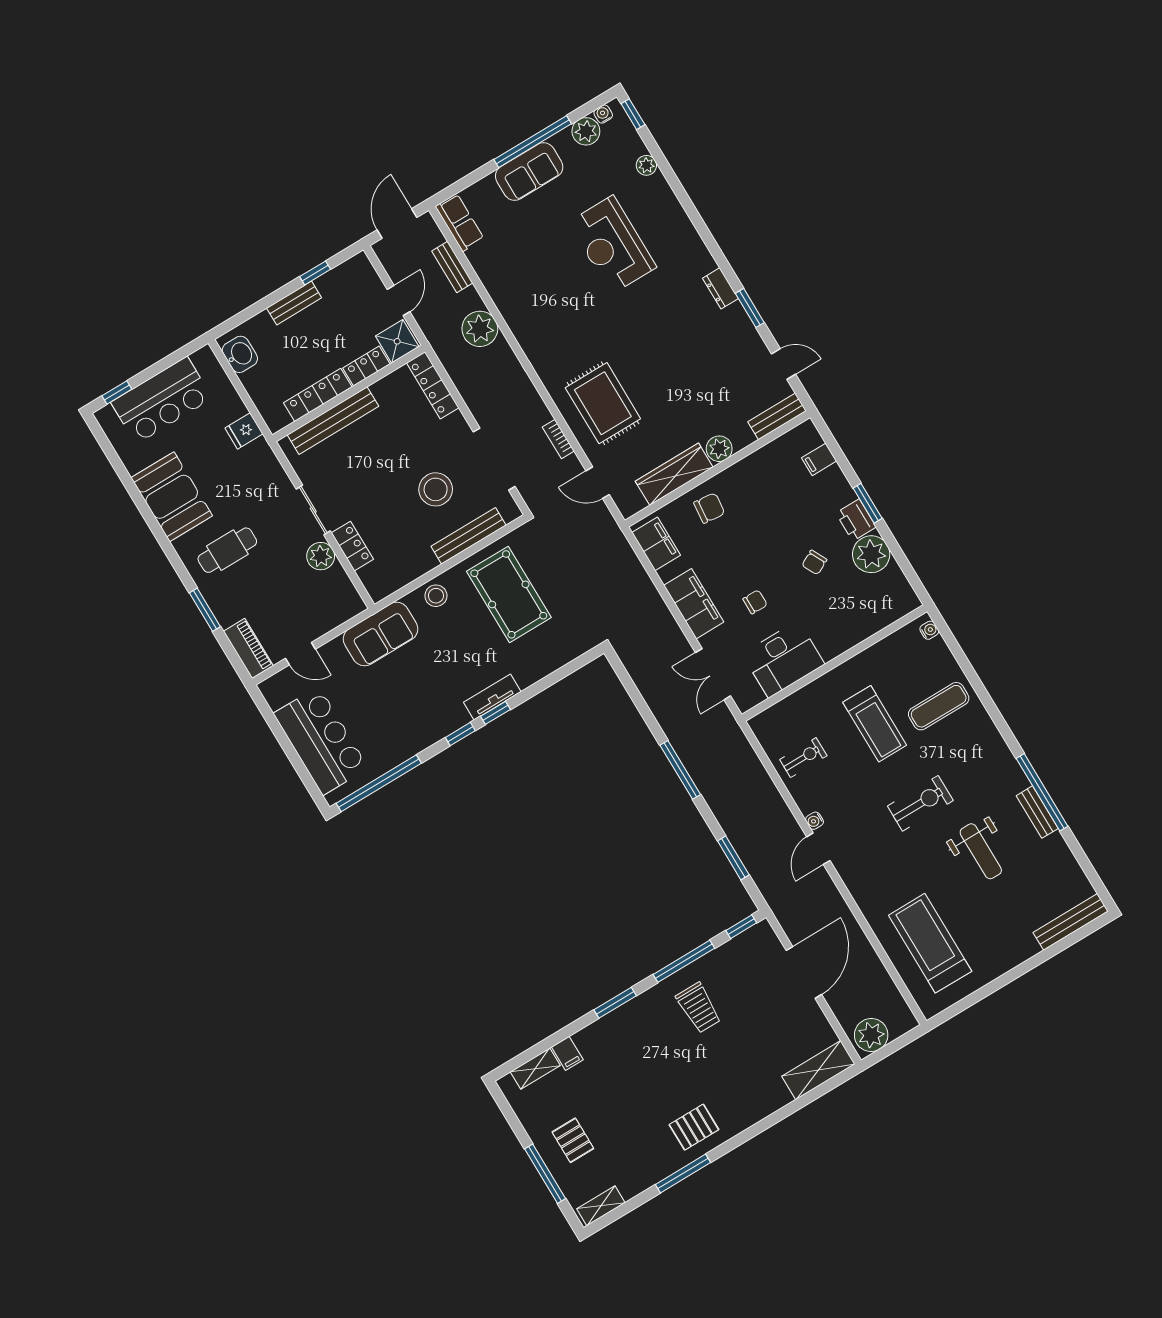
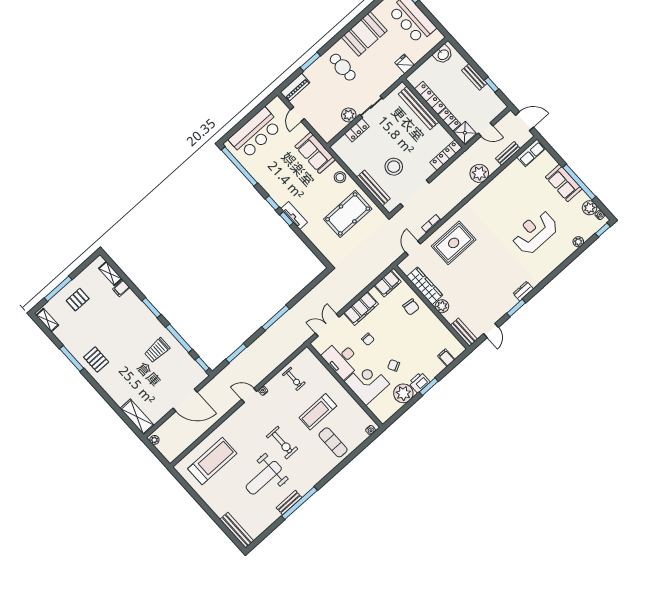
corner desk: (838, 620) -> (367, 383), added
weight bench: (981, 851) -> (264, 478), width x1.36, depth x1.33
plant: (871, 1035) -> (154, 440), width x0.53, depth x0.53

